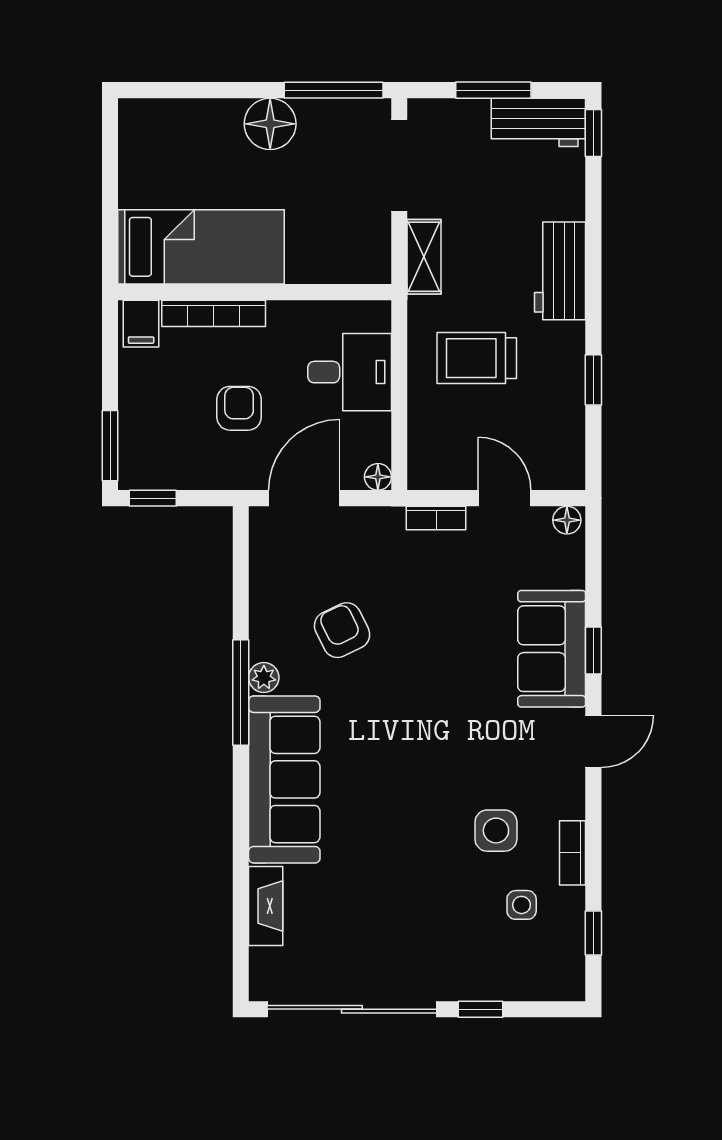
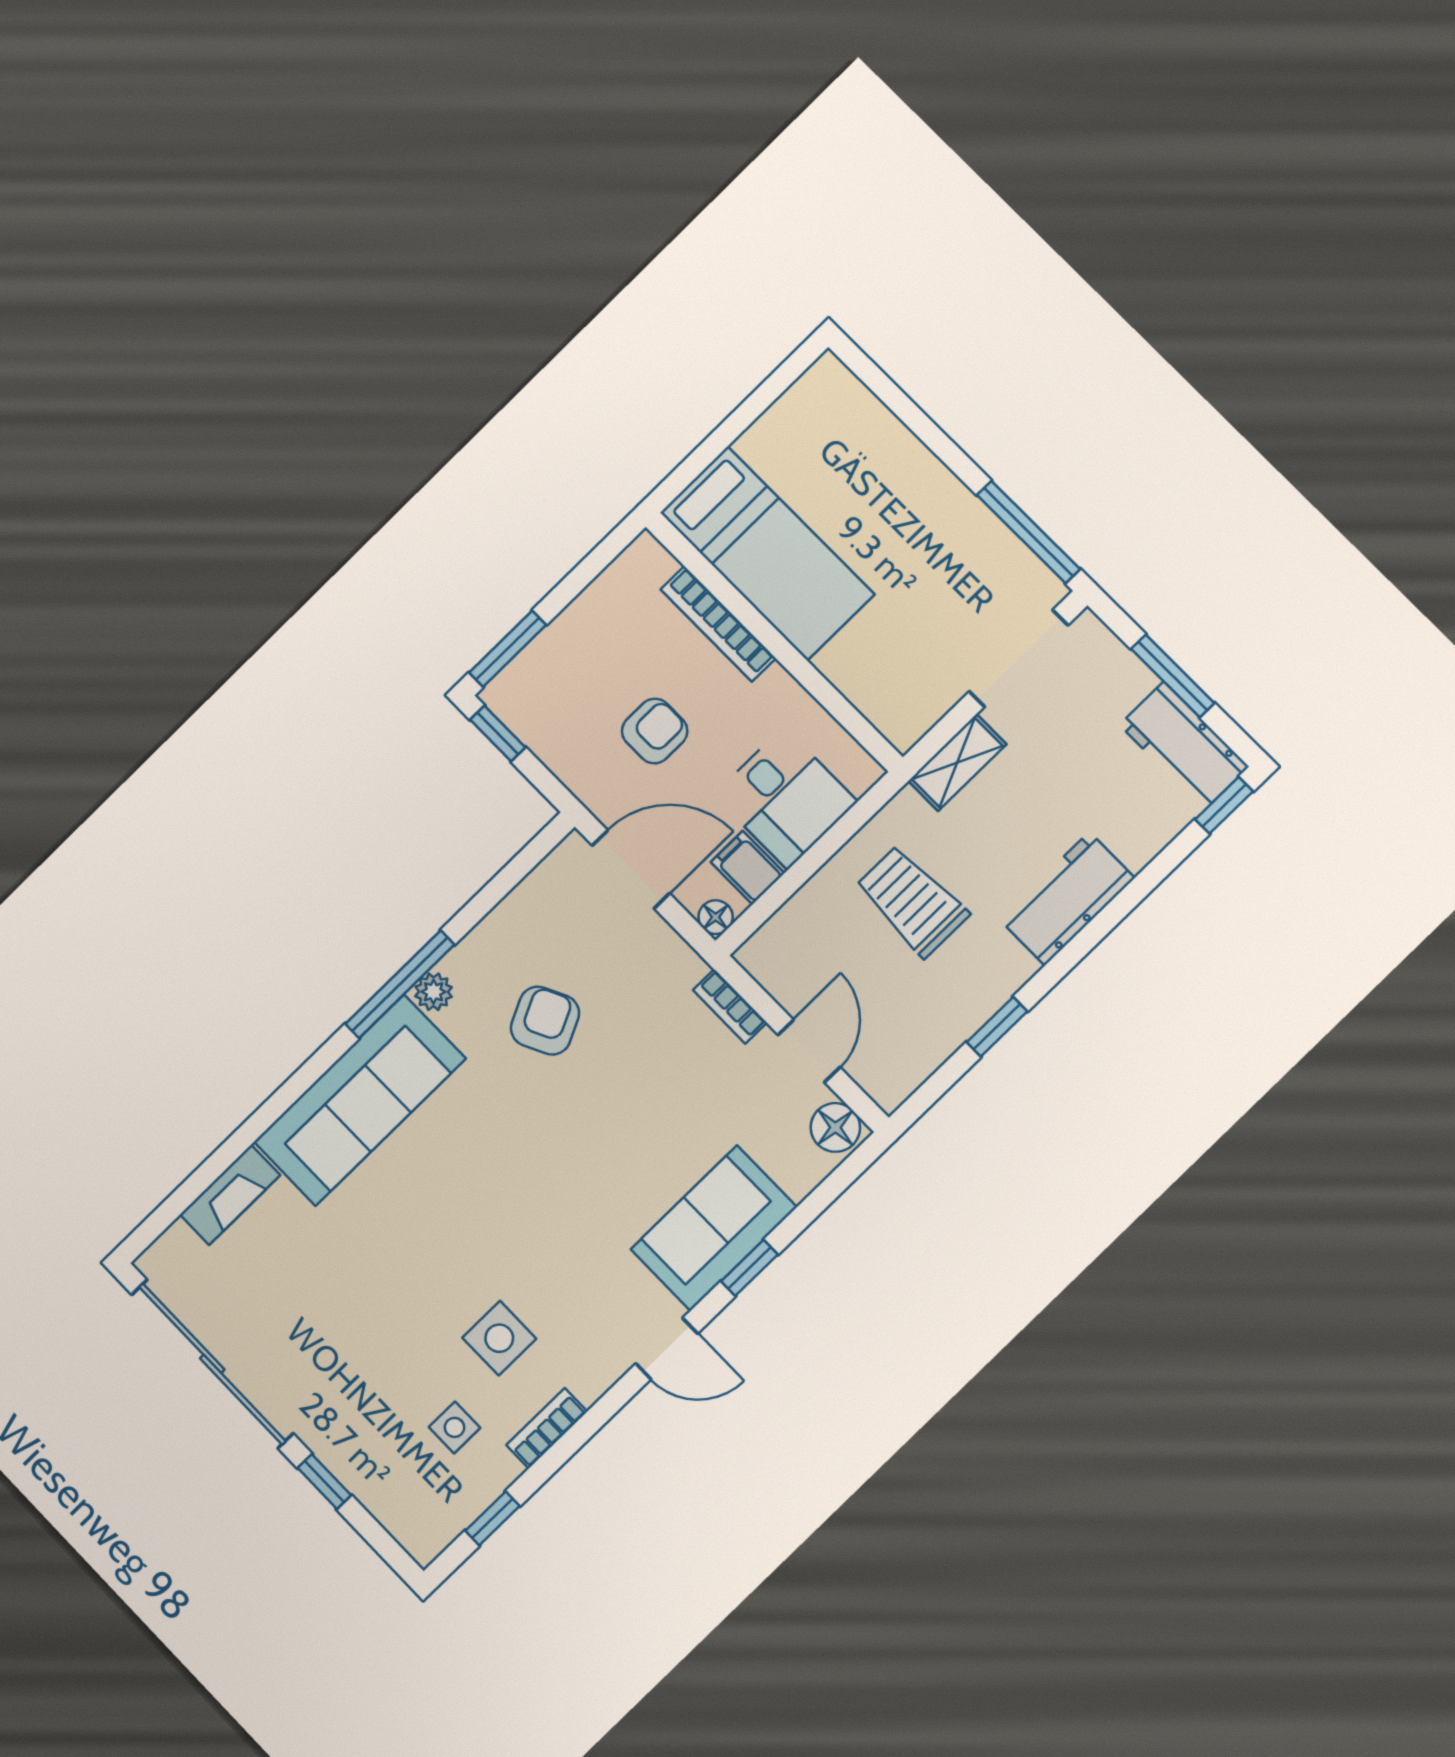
floor lamp: (270, 124) -> (941, 505), removed
filing cabinet: (141, 324) -> (748, 868), moved, turned 90
floor lamp: (567, 520) -> (835, 1127), width x1.37, depth x1.37

